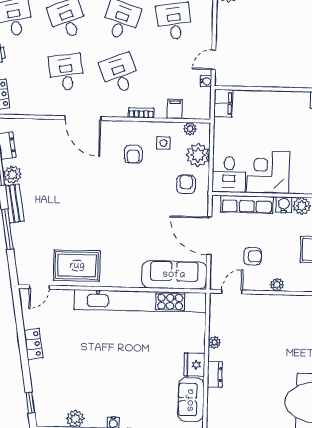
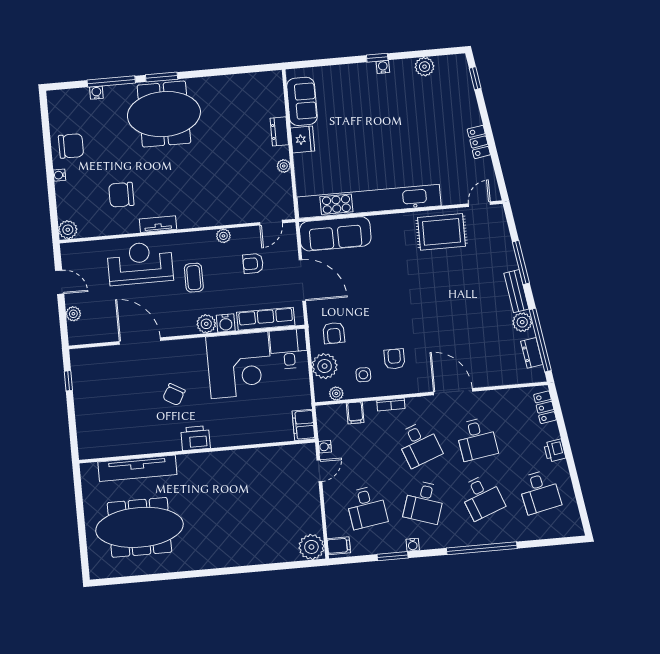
corner desk: (268, 172) -> (239, 365), width x1.36, depth x1.36

